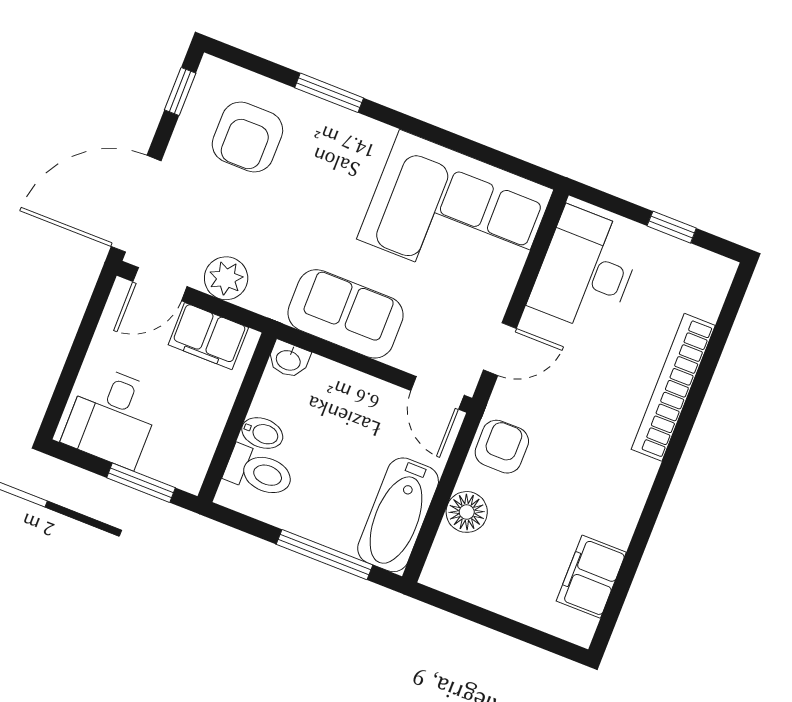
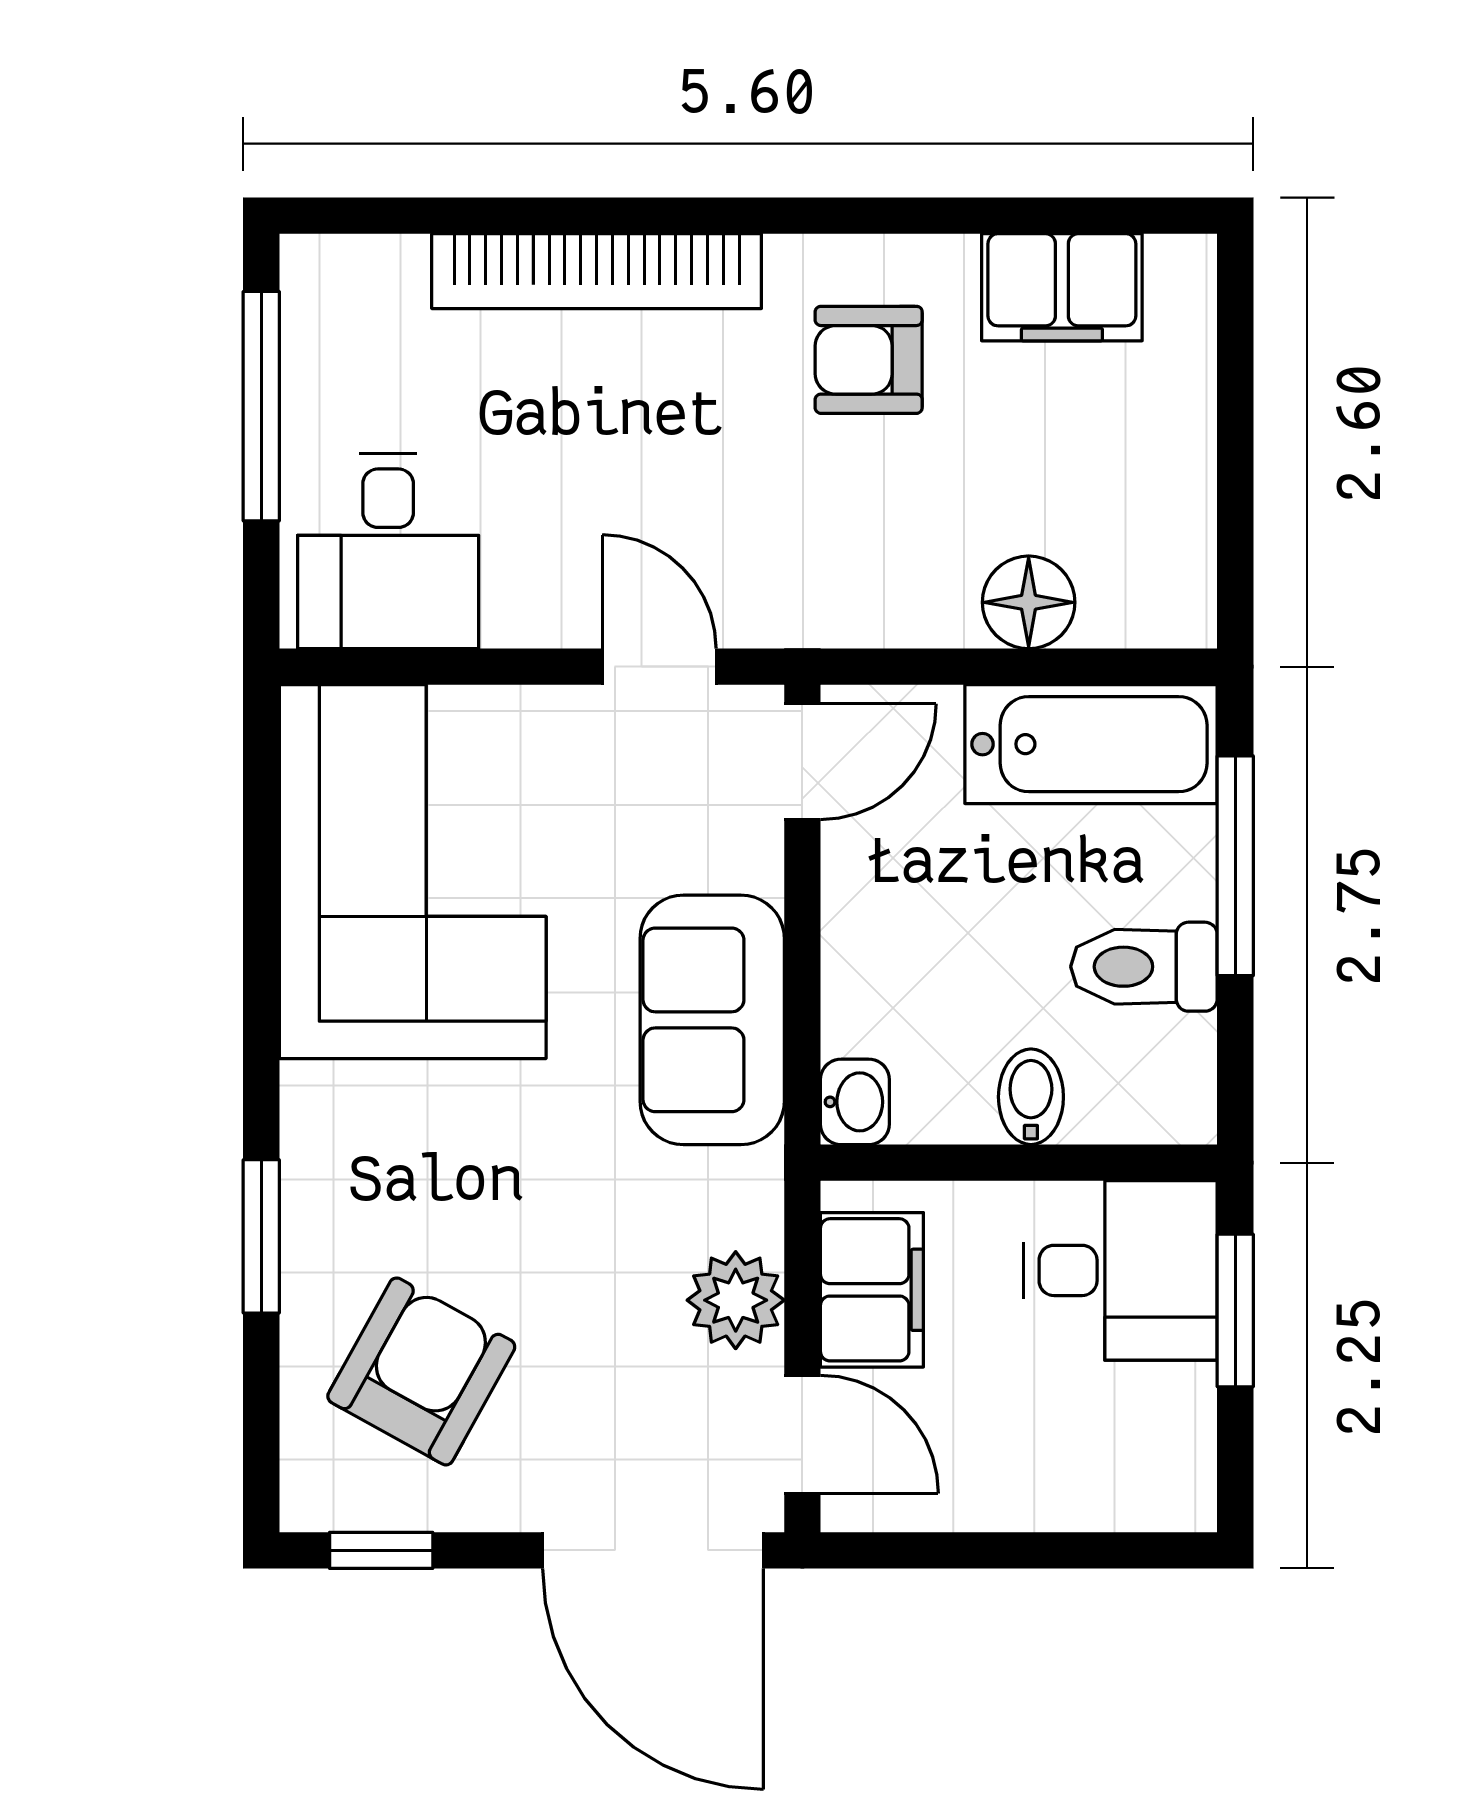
armchair: (247, 137) -> (421, 1371), turned -61
window: (672, 227) -> (261, 406), width x2.17
desk: (586, 270) -> (388, 551), width x0.73
desk: (112, 417) -> (1120, 1270), moved
armchair: (502, 447) -> (869, 360), moved
toilet: (259, 472) -> (1144, 967), moved, turned -90

